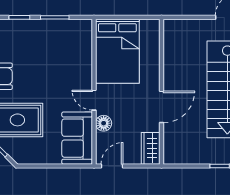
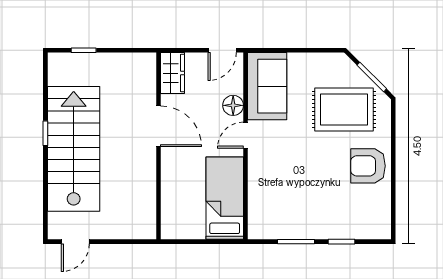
bed: (117, 51) -> (225, 198), width x0.67
door: (94, 100) -> (245, 135), swing flipped
door: (162, 107) -> (158, 126), swing flipped

